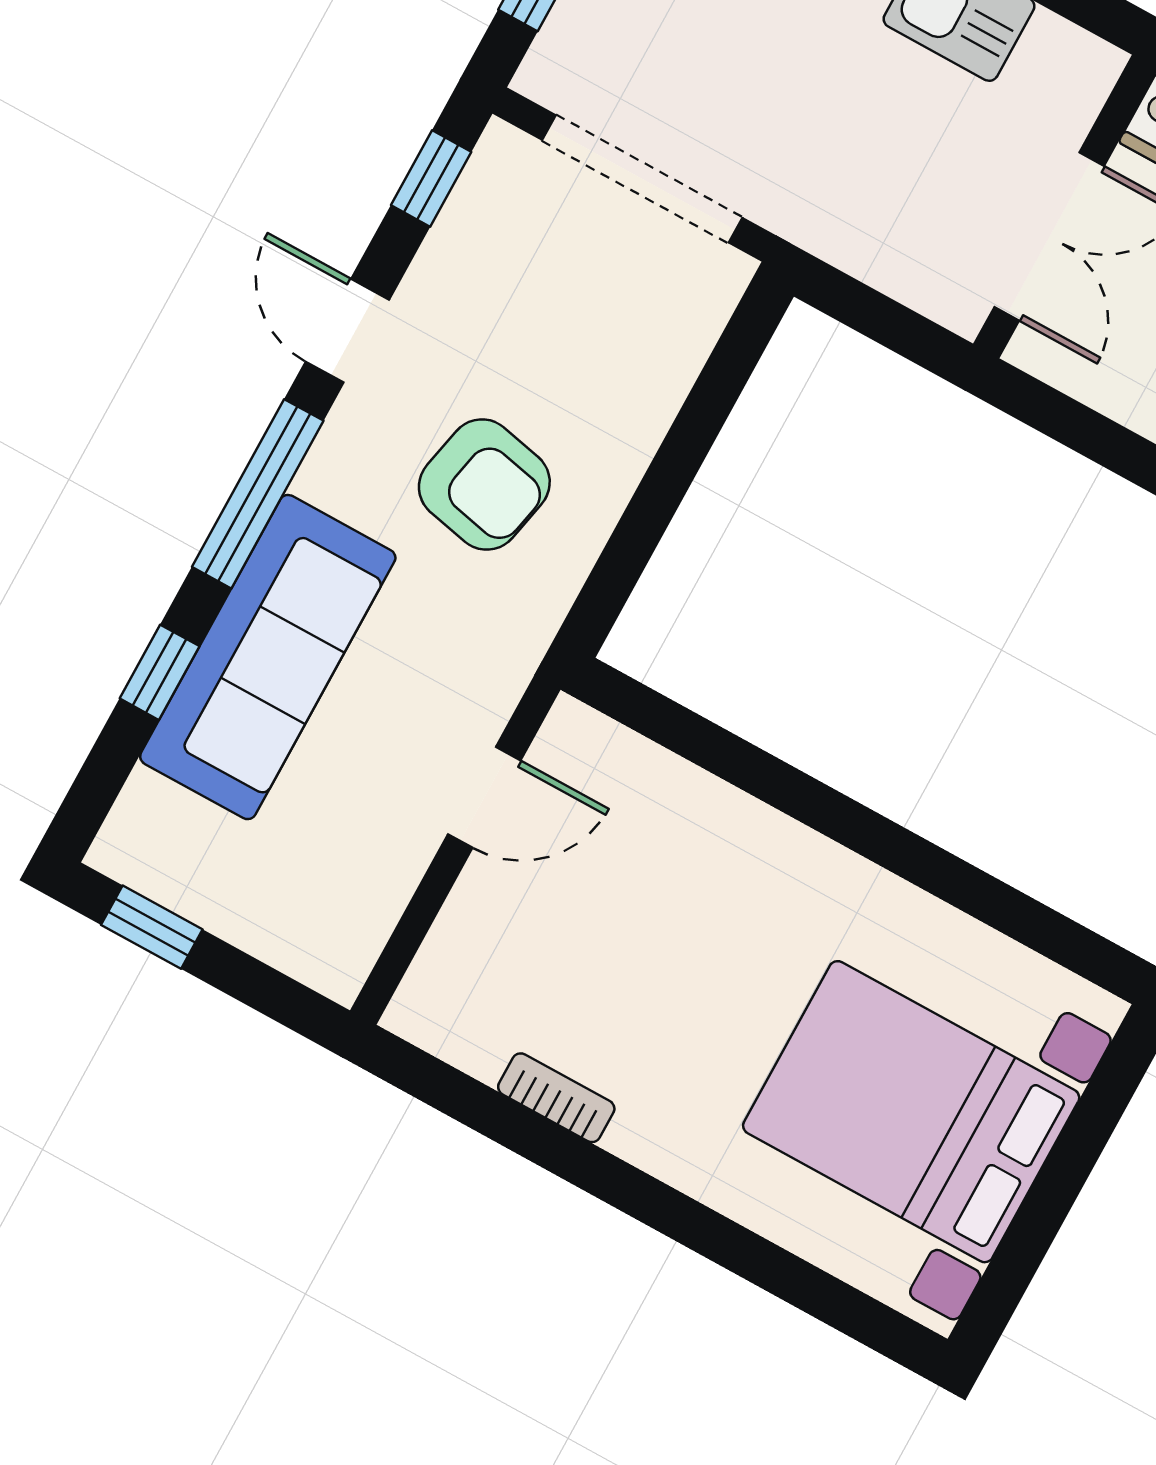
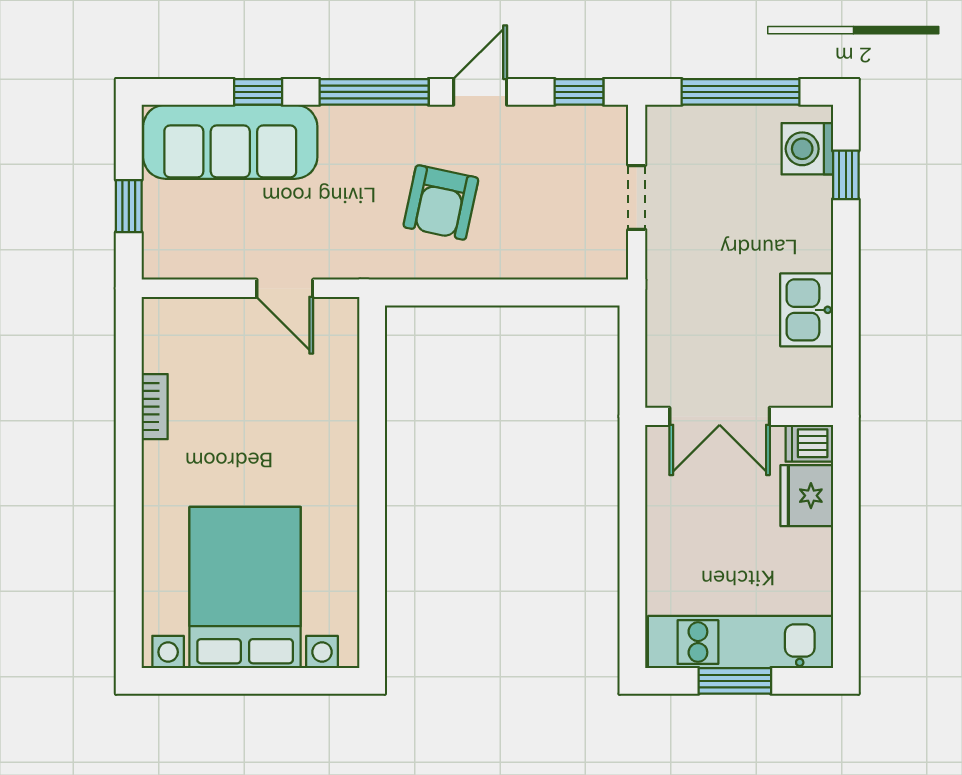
doorway: (642, 179) -> (637, 197), width x0.53
sofa: (268, 657) -> (230, 142), moved
window: (152, 927) -> (129, 206), moved

